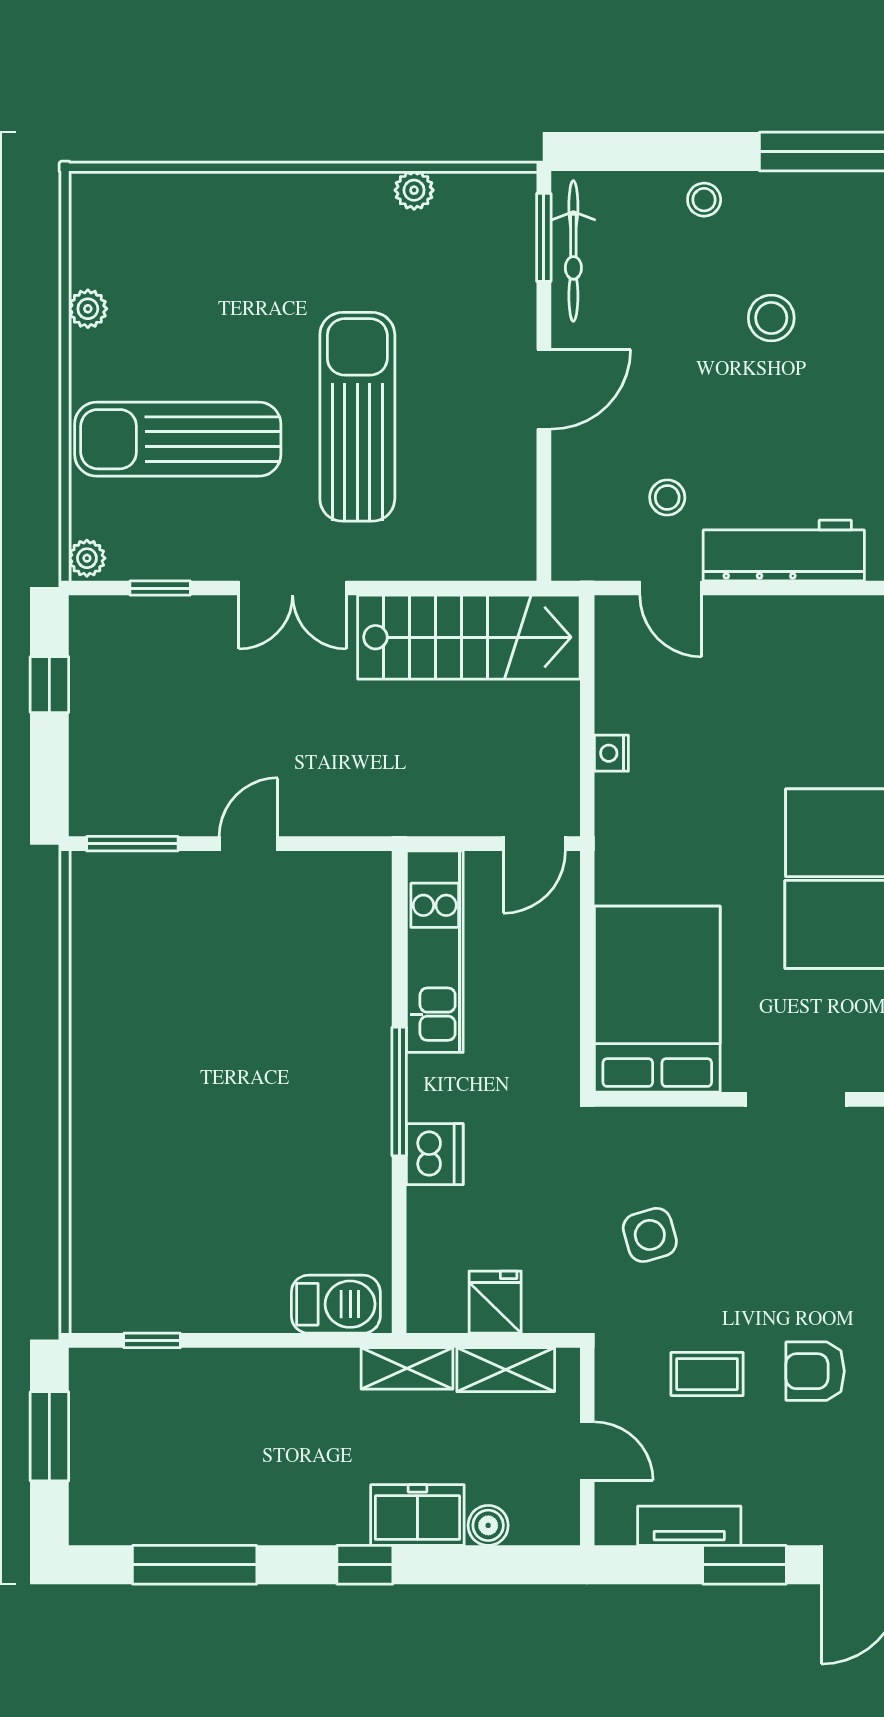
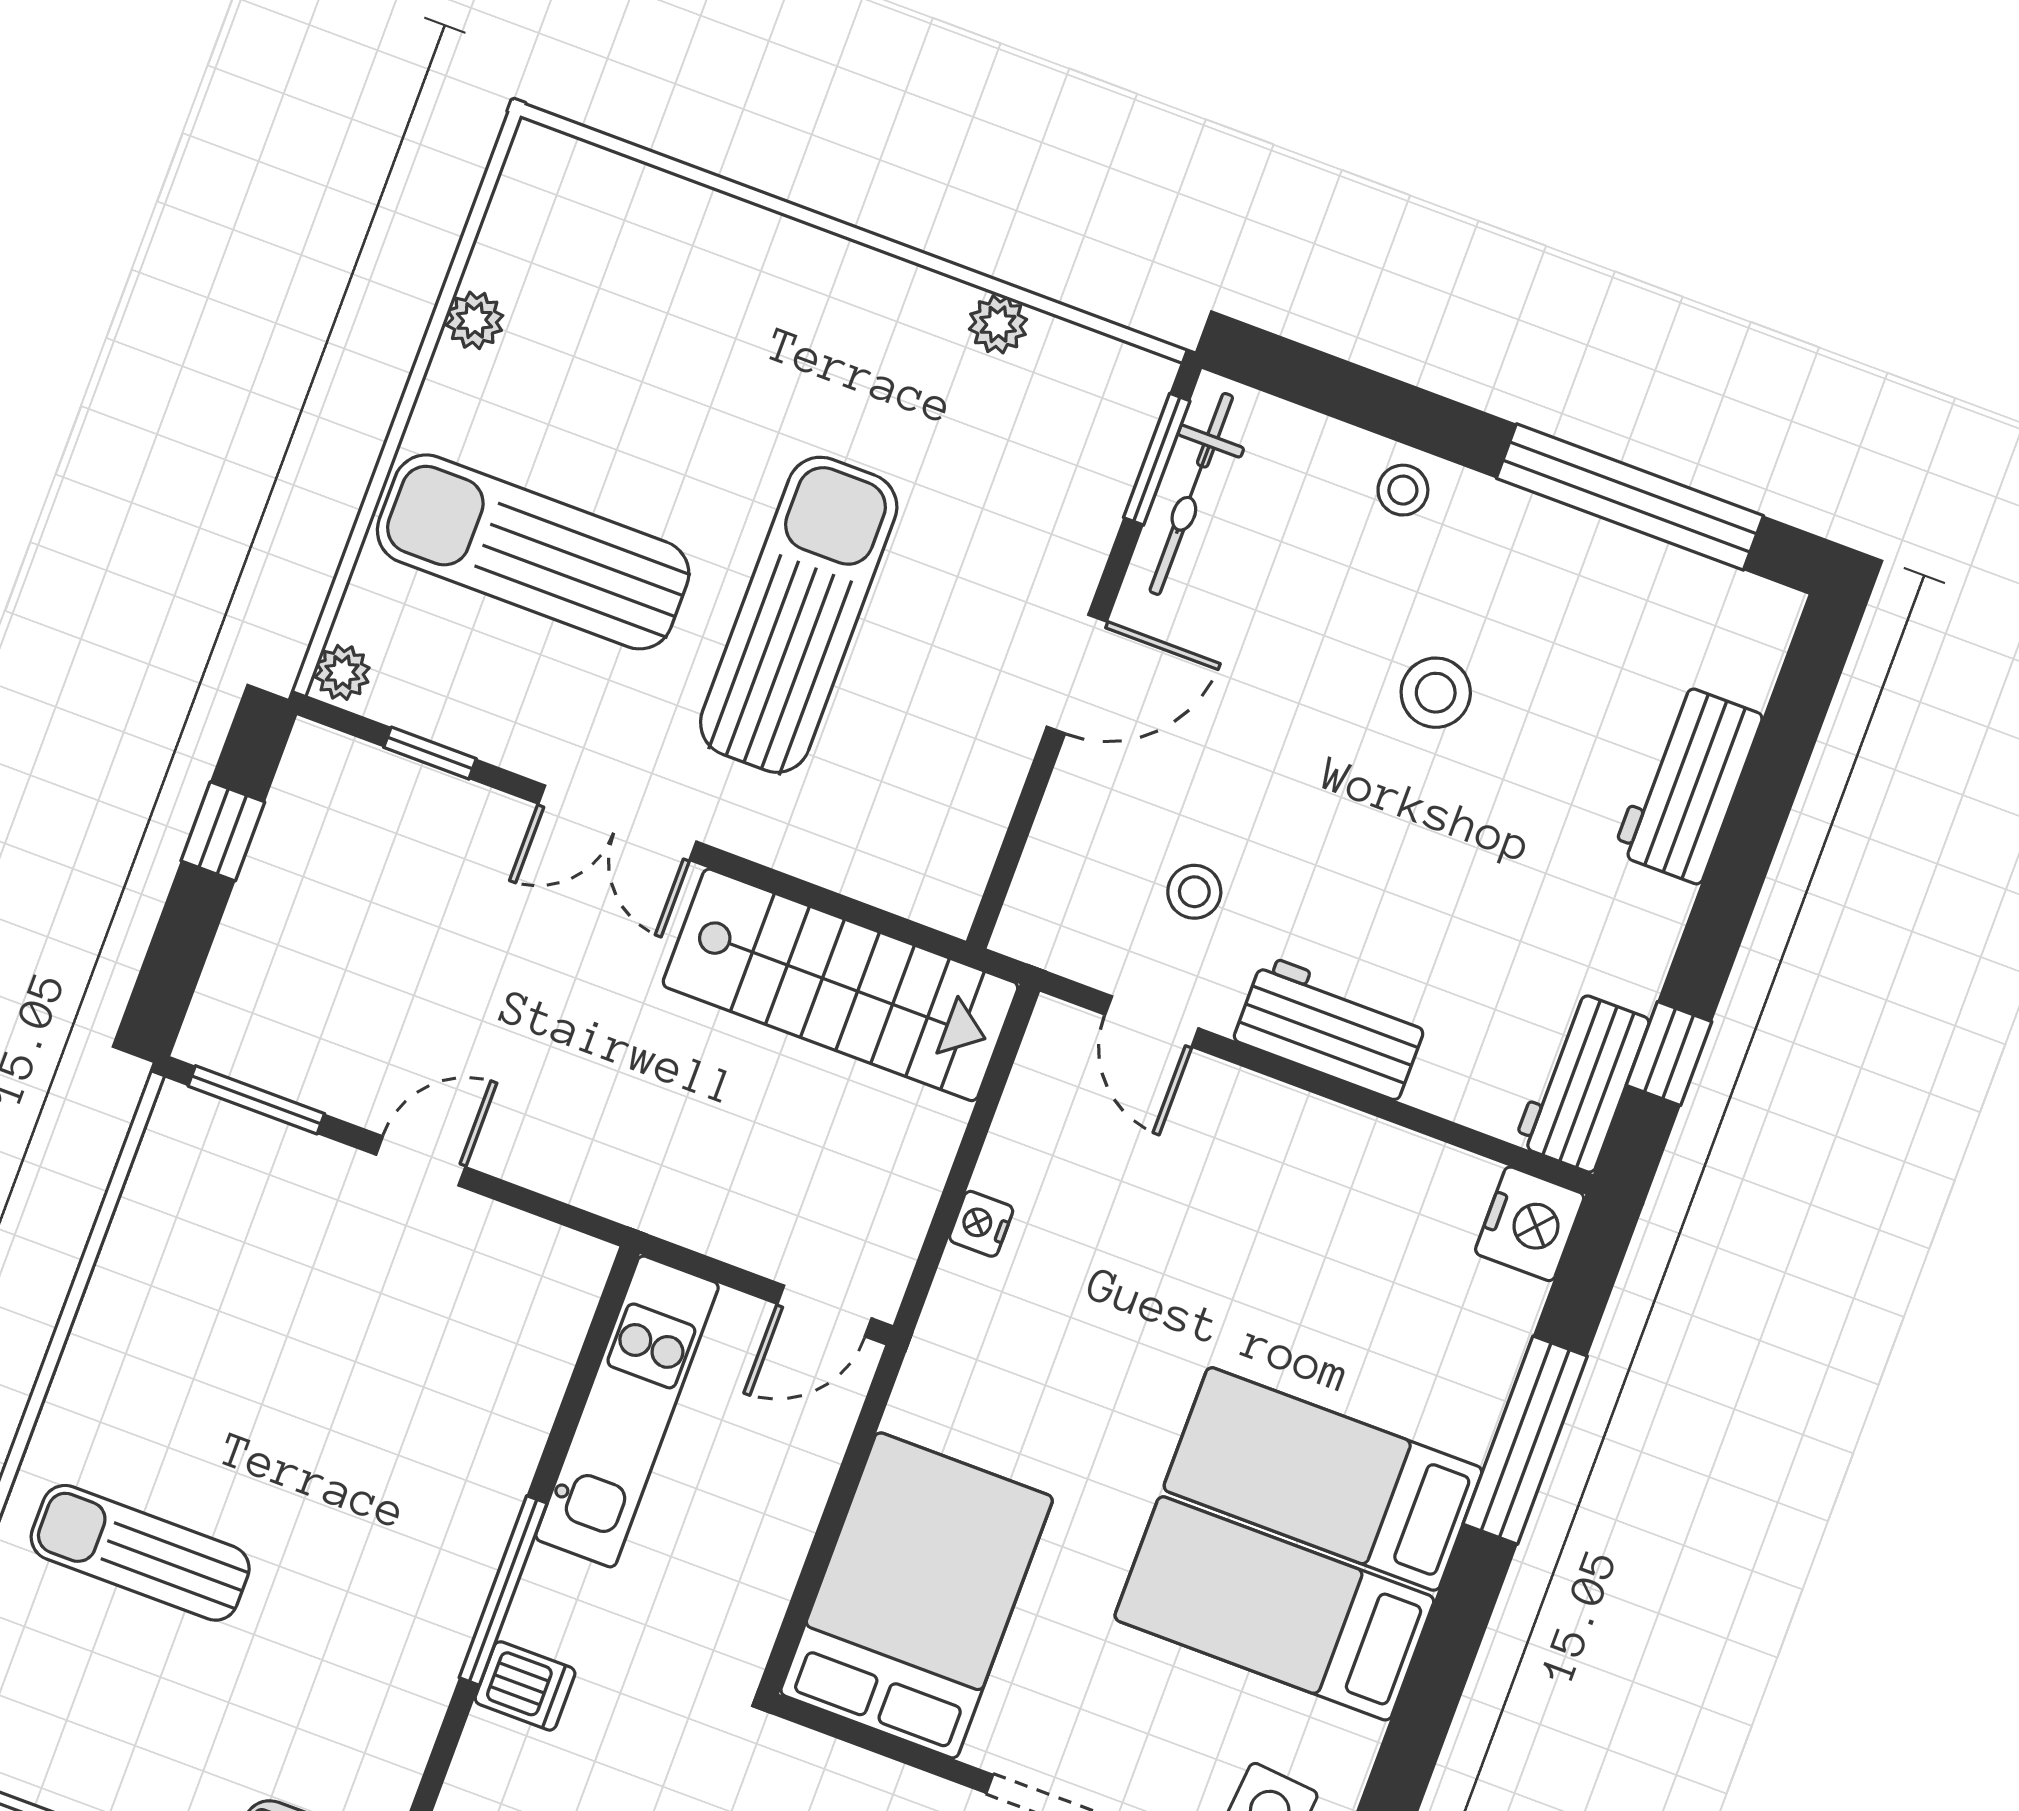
workbench: (784, 550) -> (1331, 1028), width x0.73
sun lounger: (165, 1152) -> (140, 1553), added
dishwasher: (435, 1154) -> (525, 1686), width x0.73

